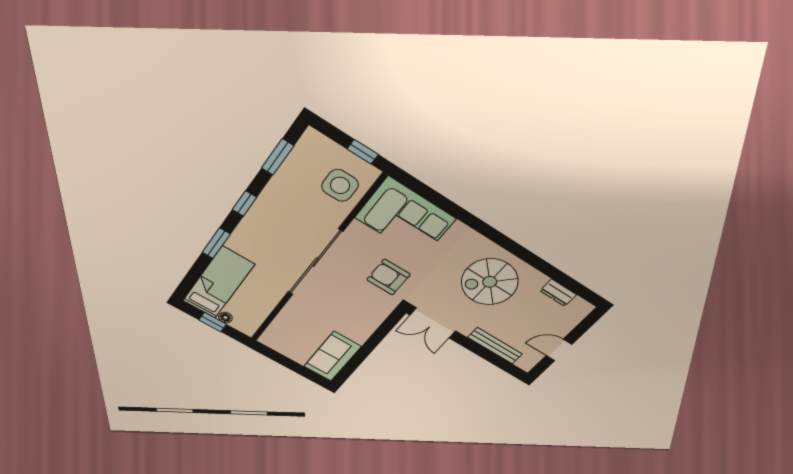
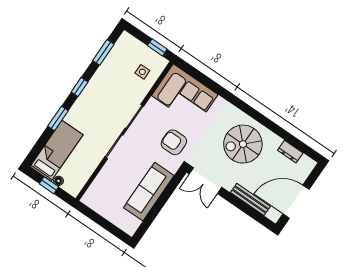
side table: (340, 185) -> (142, 72), width x0.54, depth x0.54
door: (559, 350) -> (296, 202), width x1.88
sofa: (332, 356) -> (149, 192), moved, width x1.36

